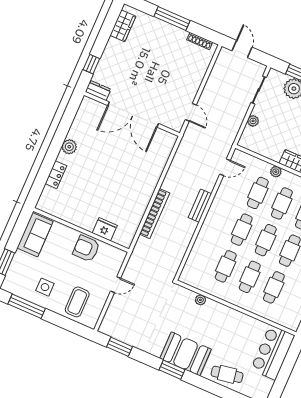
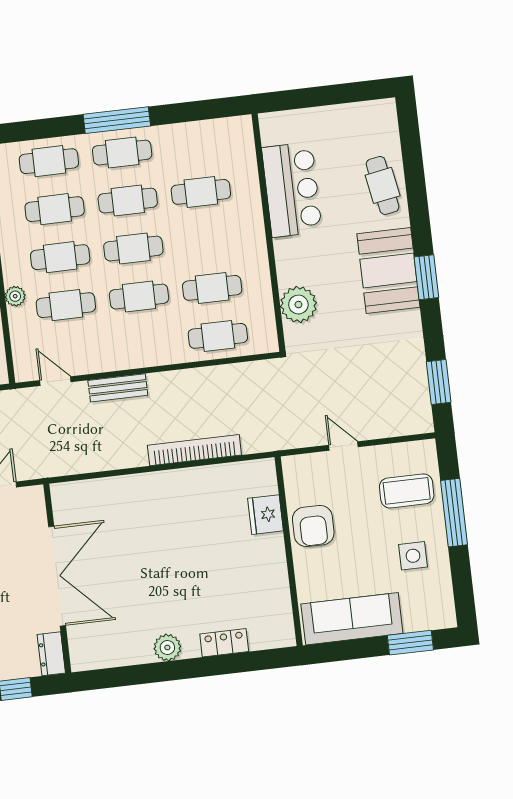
bench: (200, 206) -> (118, 388), moved
sofa: (35, 235) -> (352, 619), width x1.36
cafe table: (250, 277) -> (218, 336), moved
plant: (200, 300) -> (298, 305), width x1.87, depth x1.87
window: (27, 306) -> (454, 513), moved
bar counter: (273, 353) -> (292, 190), moved, turned -90

